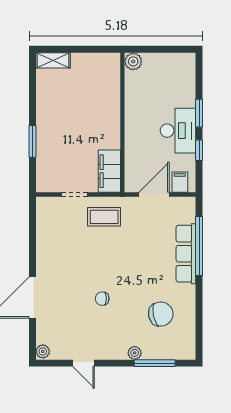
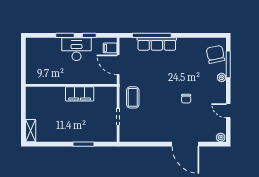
plant: (133, 61) -> (31, 78), removed
filing cabinet: (109, 171) -> (80, 94), moved
chair: (161, 314) -> (215, 54), moved
door: (84, 363) -> (228, 111), swing flipped

